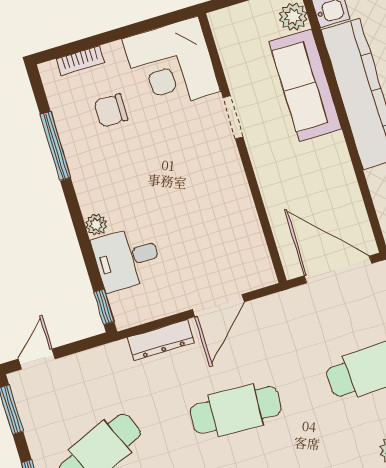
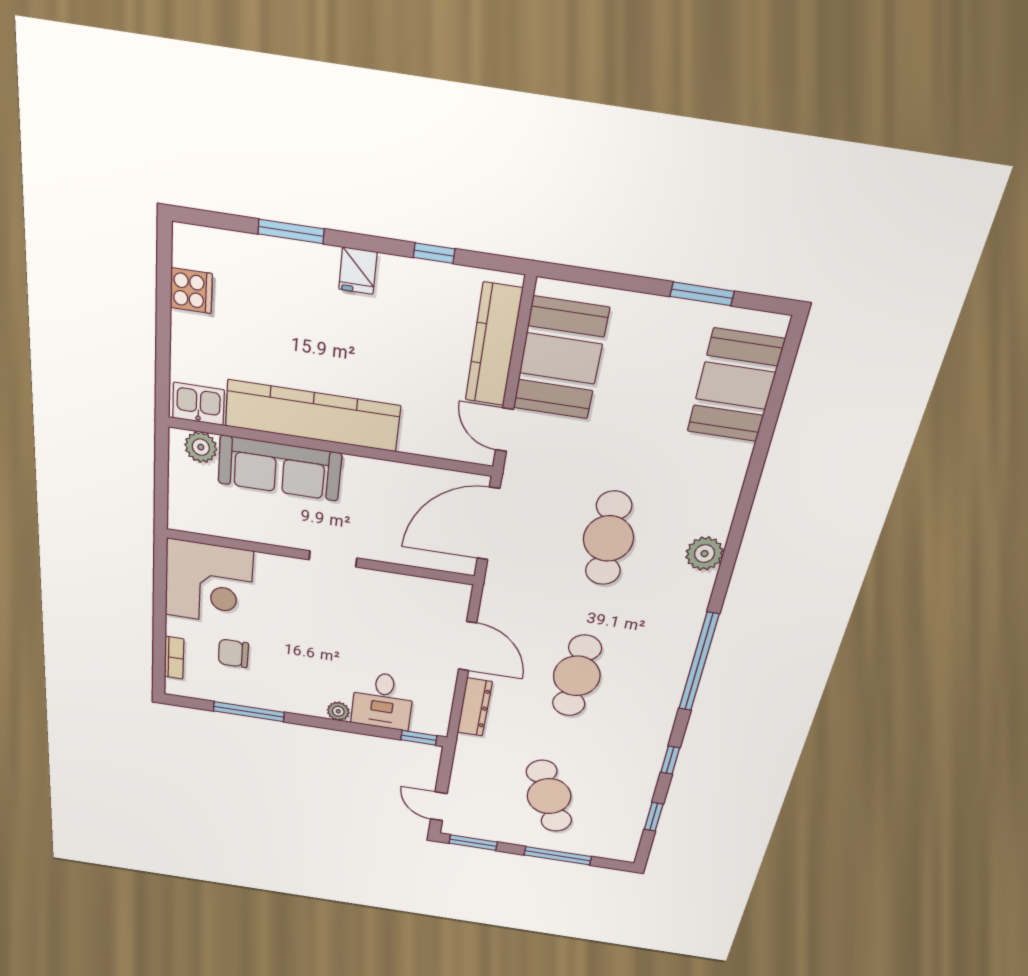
chair: (111, 111) -> (233, 653), turned 90
doorway: (233, 117) -> (333, 559), moved

